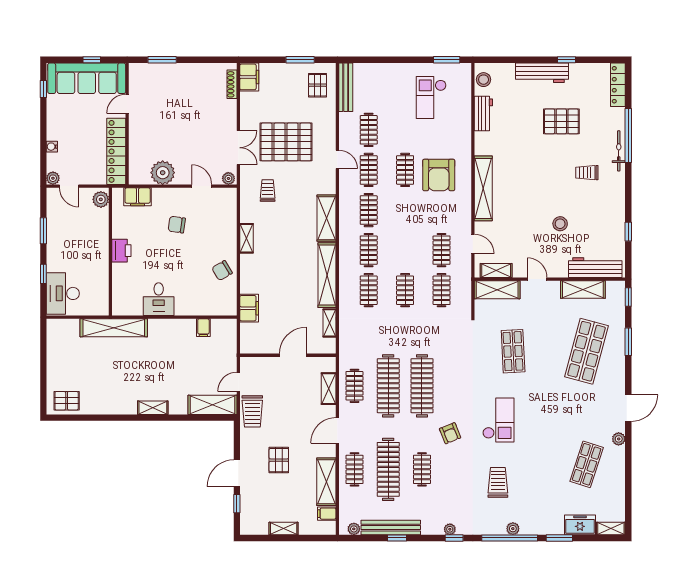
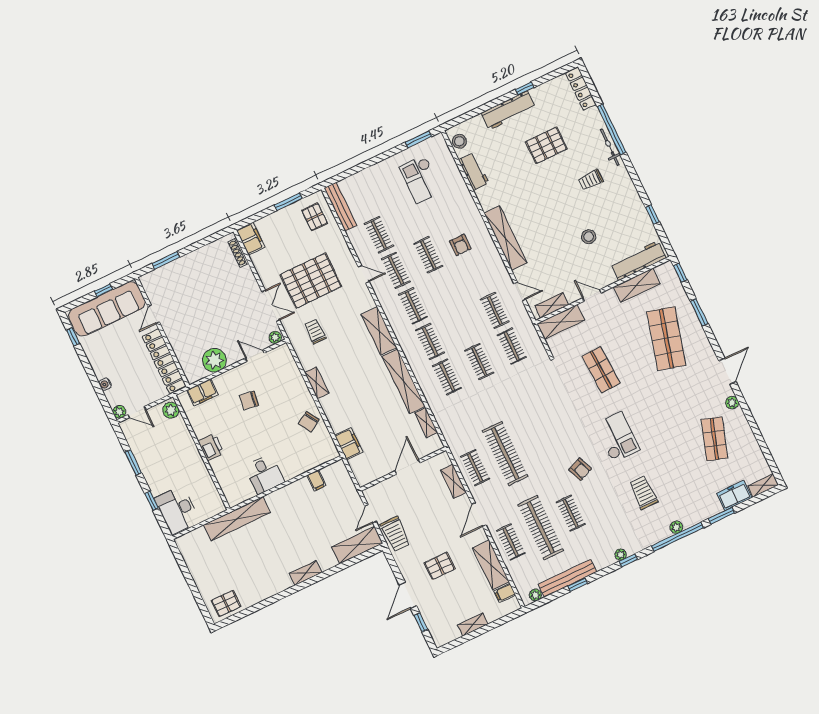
armchair: (439, 175) -> (460, 245), width x0.53, depth x0.53
clothes rail: (422, 386) -> (535, 439), removed
pallet: (279, 460) -> (440, 566), turned 90

